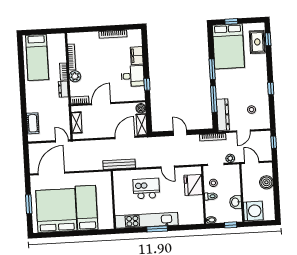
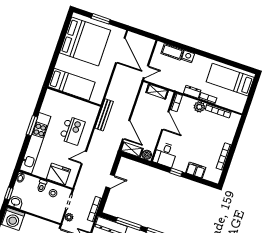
desk: (133, 76) -> (165, 155), moved
window: (147, 84) -> (176, 172), moved
nightstand: (31, 107) -> (188, 56), added
washbasin: (236, 202) -> (15, 202), moved
bed: (87, 208) -> (72, 84), moved
kitchen unit: (147, 220) -> (35, 143), moved

